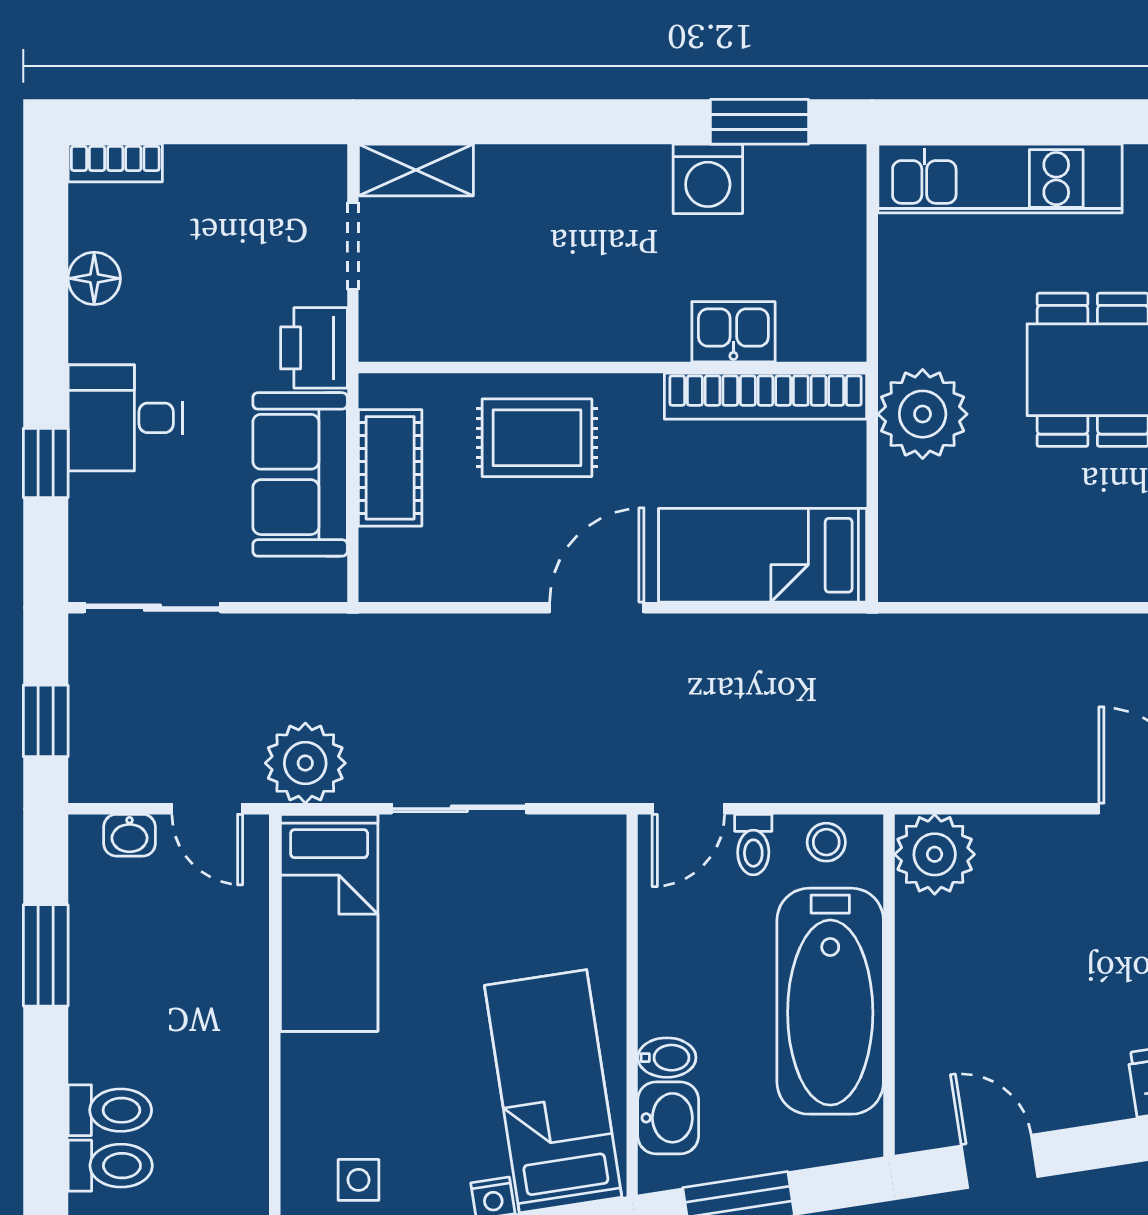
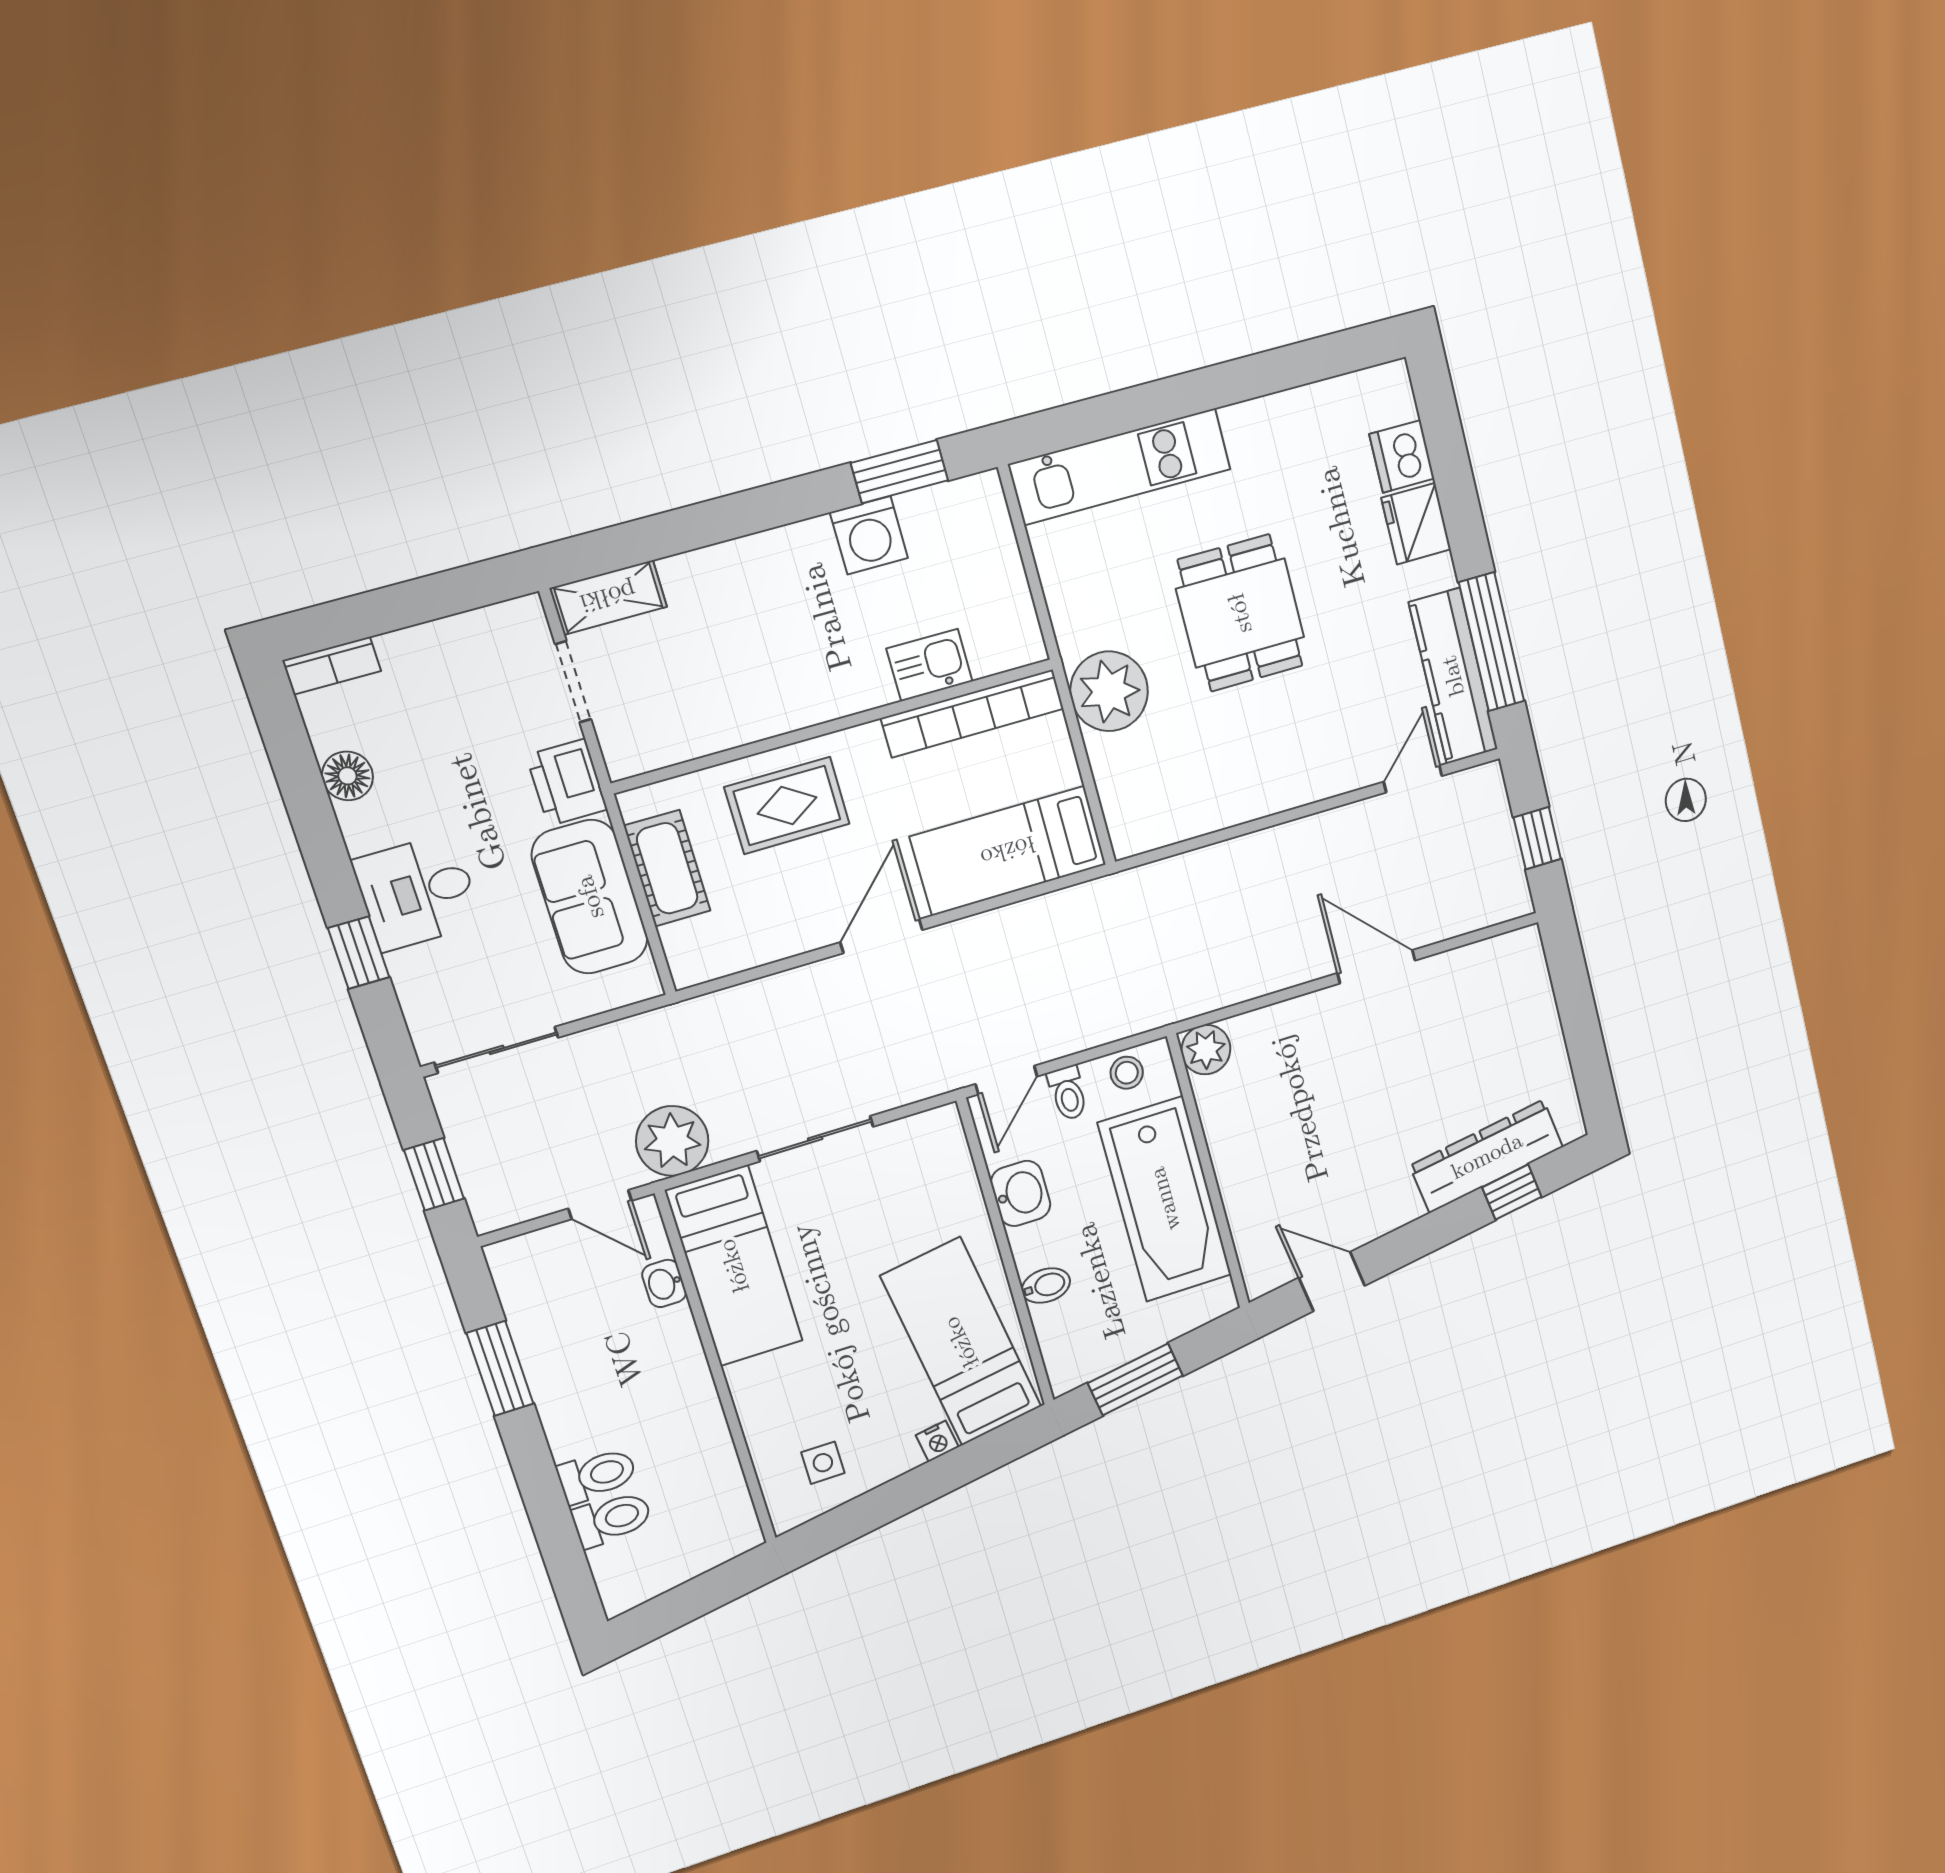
washbasin: (130, 835) -> (664, 1283), moved, turned 90
plant: (935, 854) -> (1206, 1050), width x0.73, depth x0.73
washbasin: (668, 1118) -> (1021, 1193), moved

